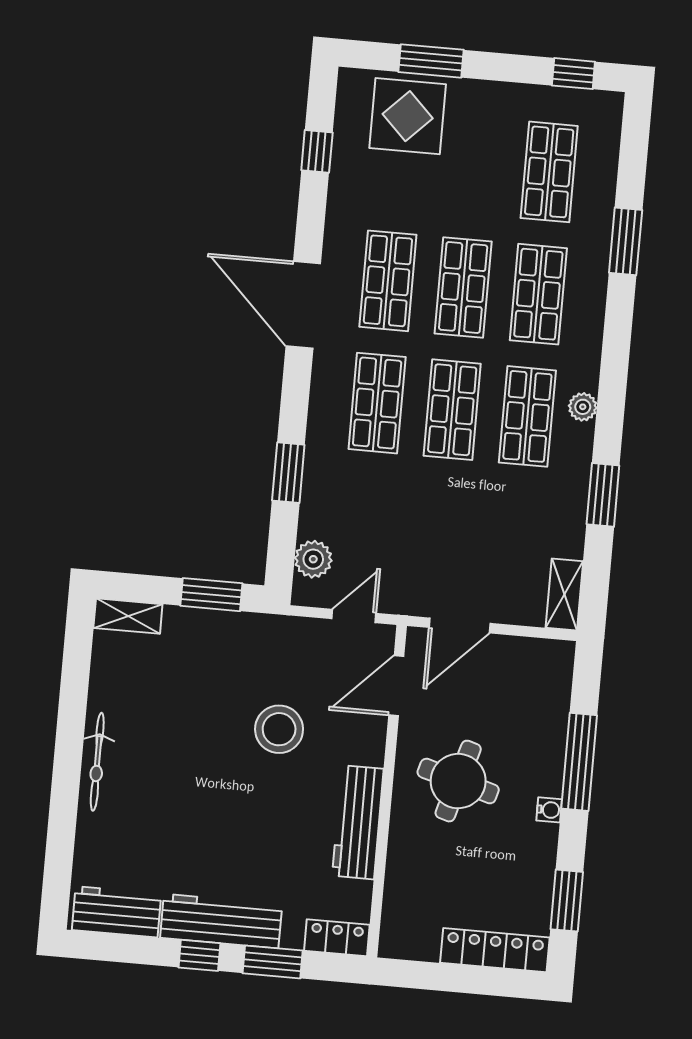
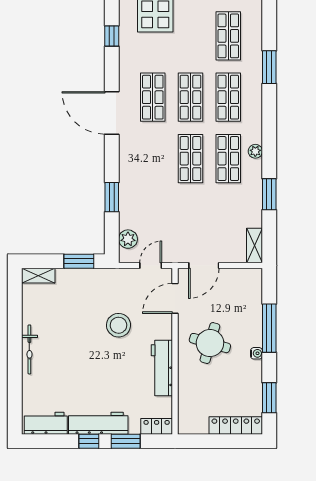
shop shelf: (377, 403) -> (153, 159), removed

